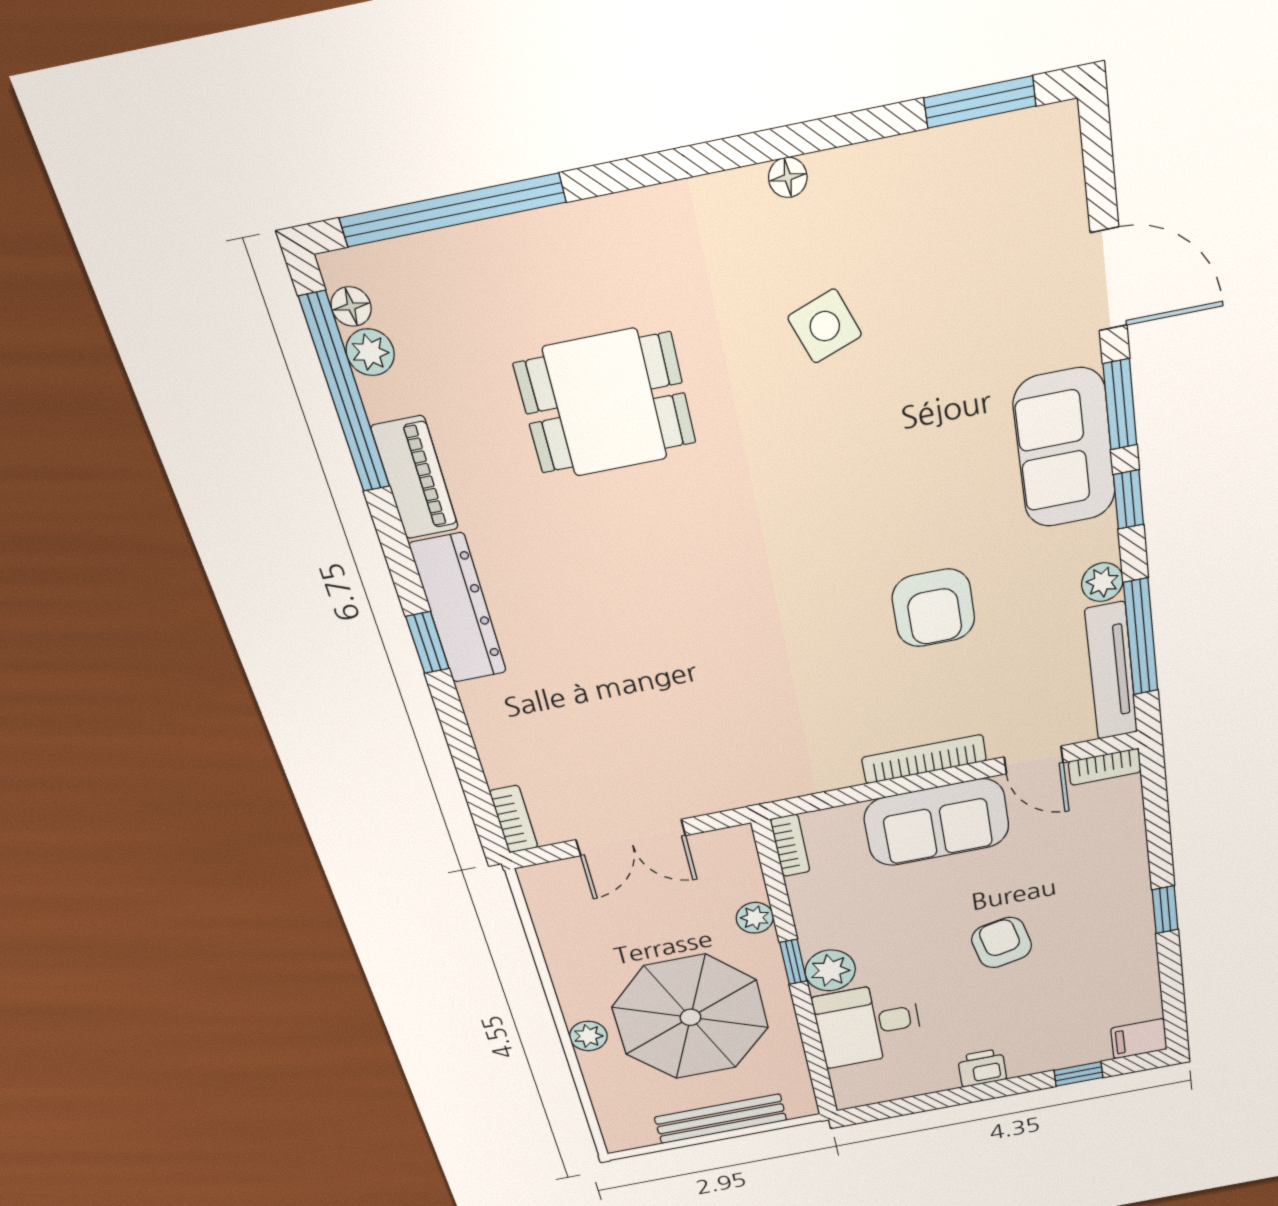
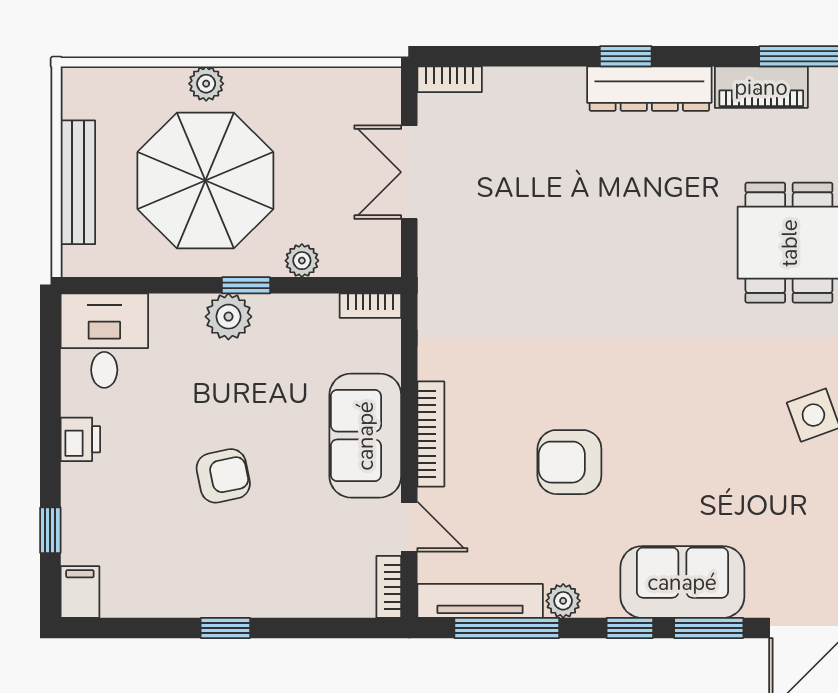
door: (1034, 760) -> (409, 527), swing flipped
desk: (868, 1024) -> (104, 341), moved

